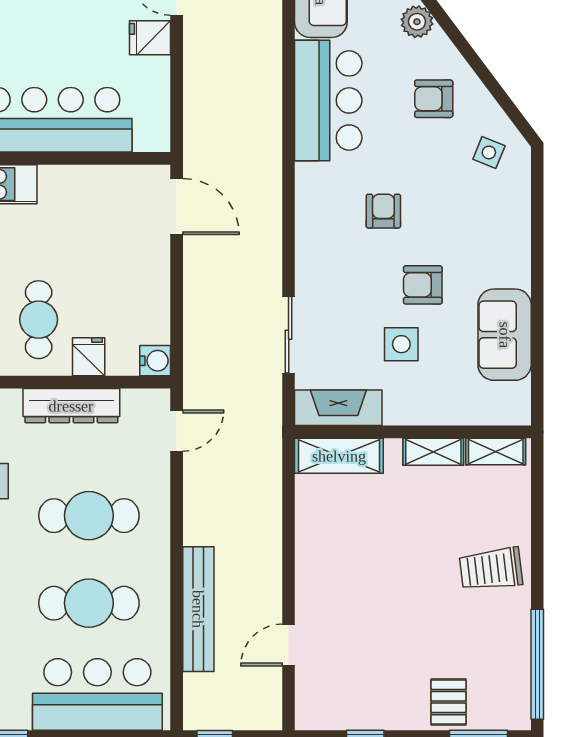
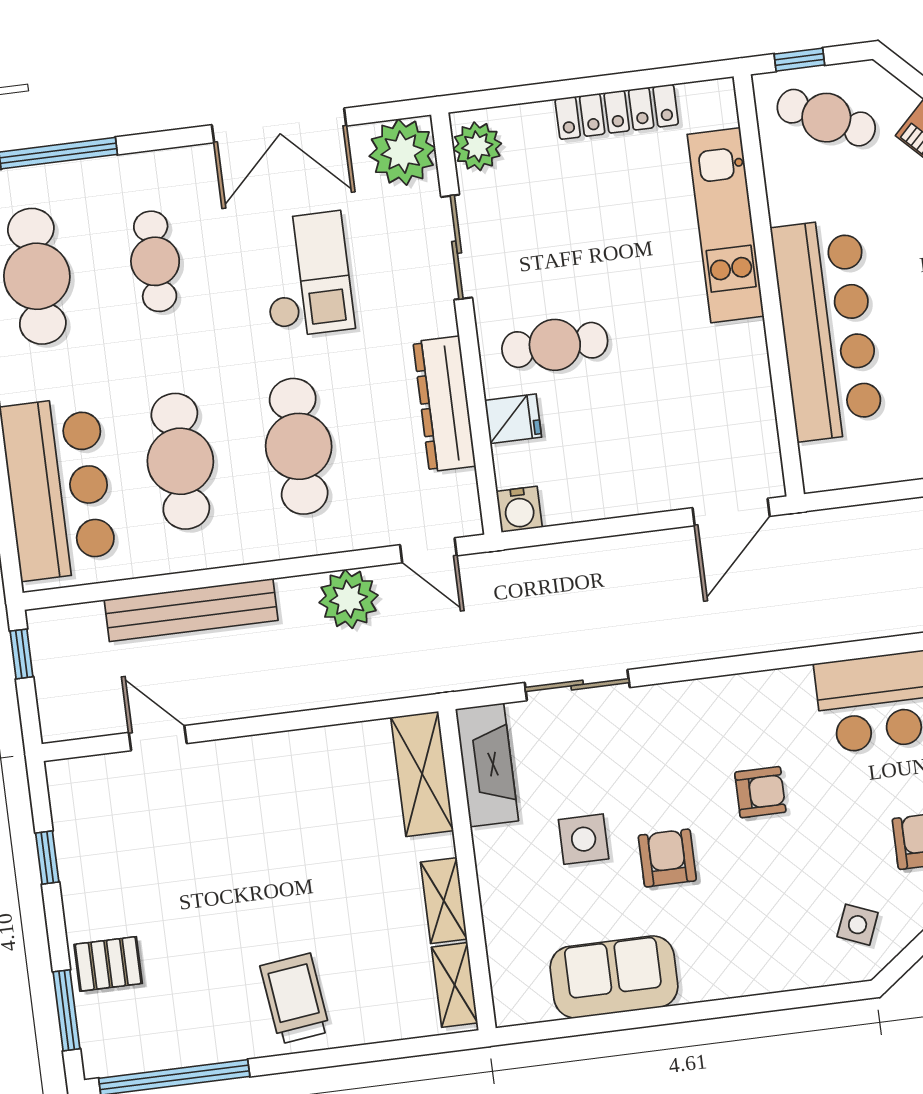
plant: (205, 493) -> (349, 599), added

